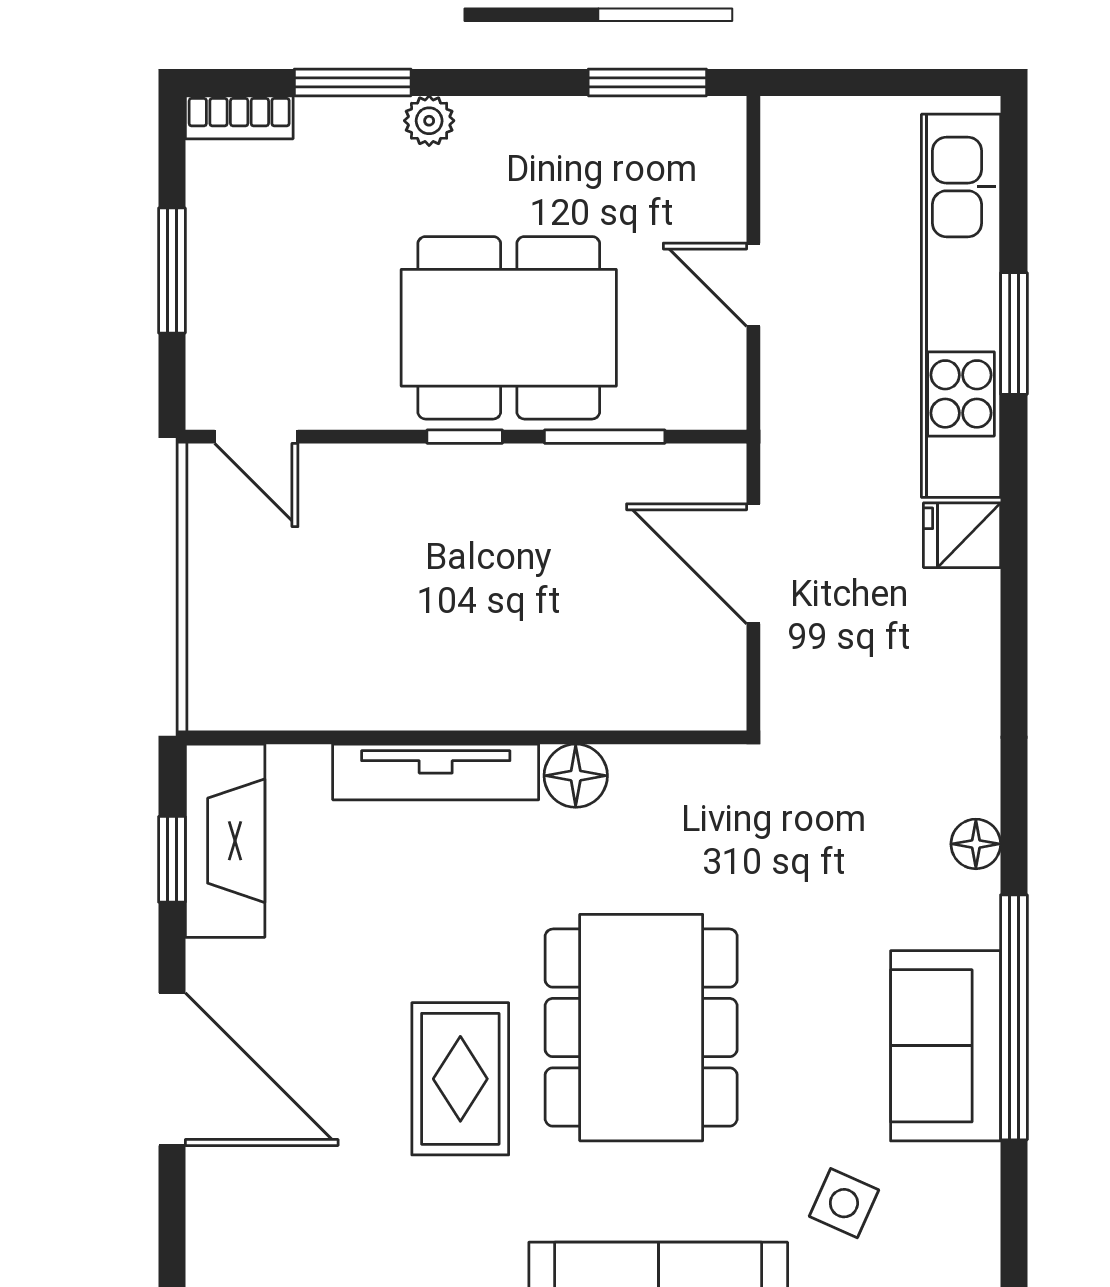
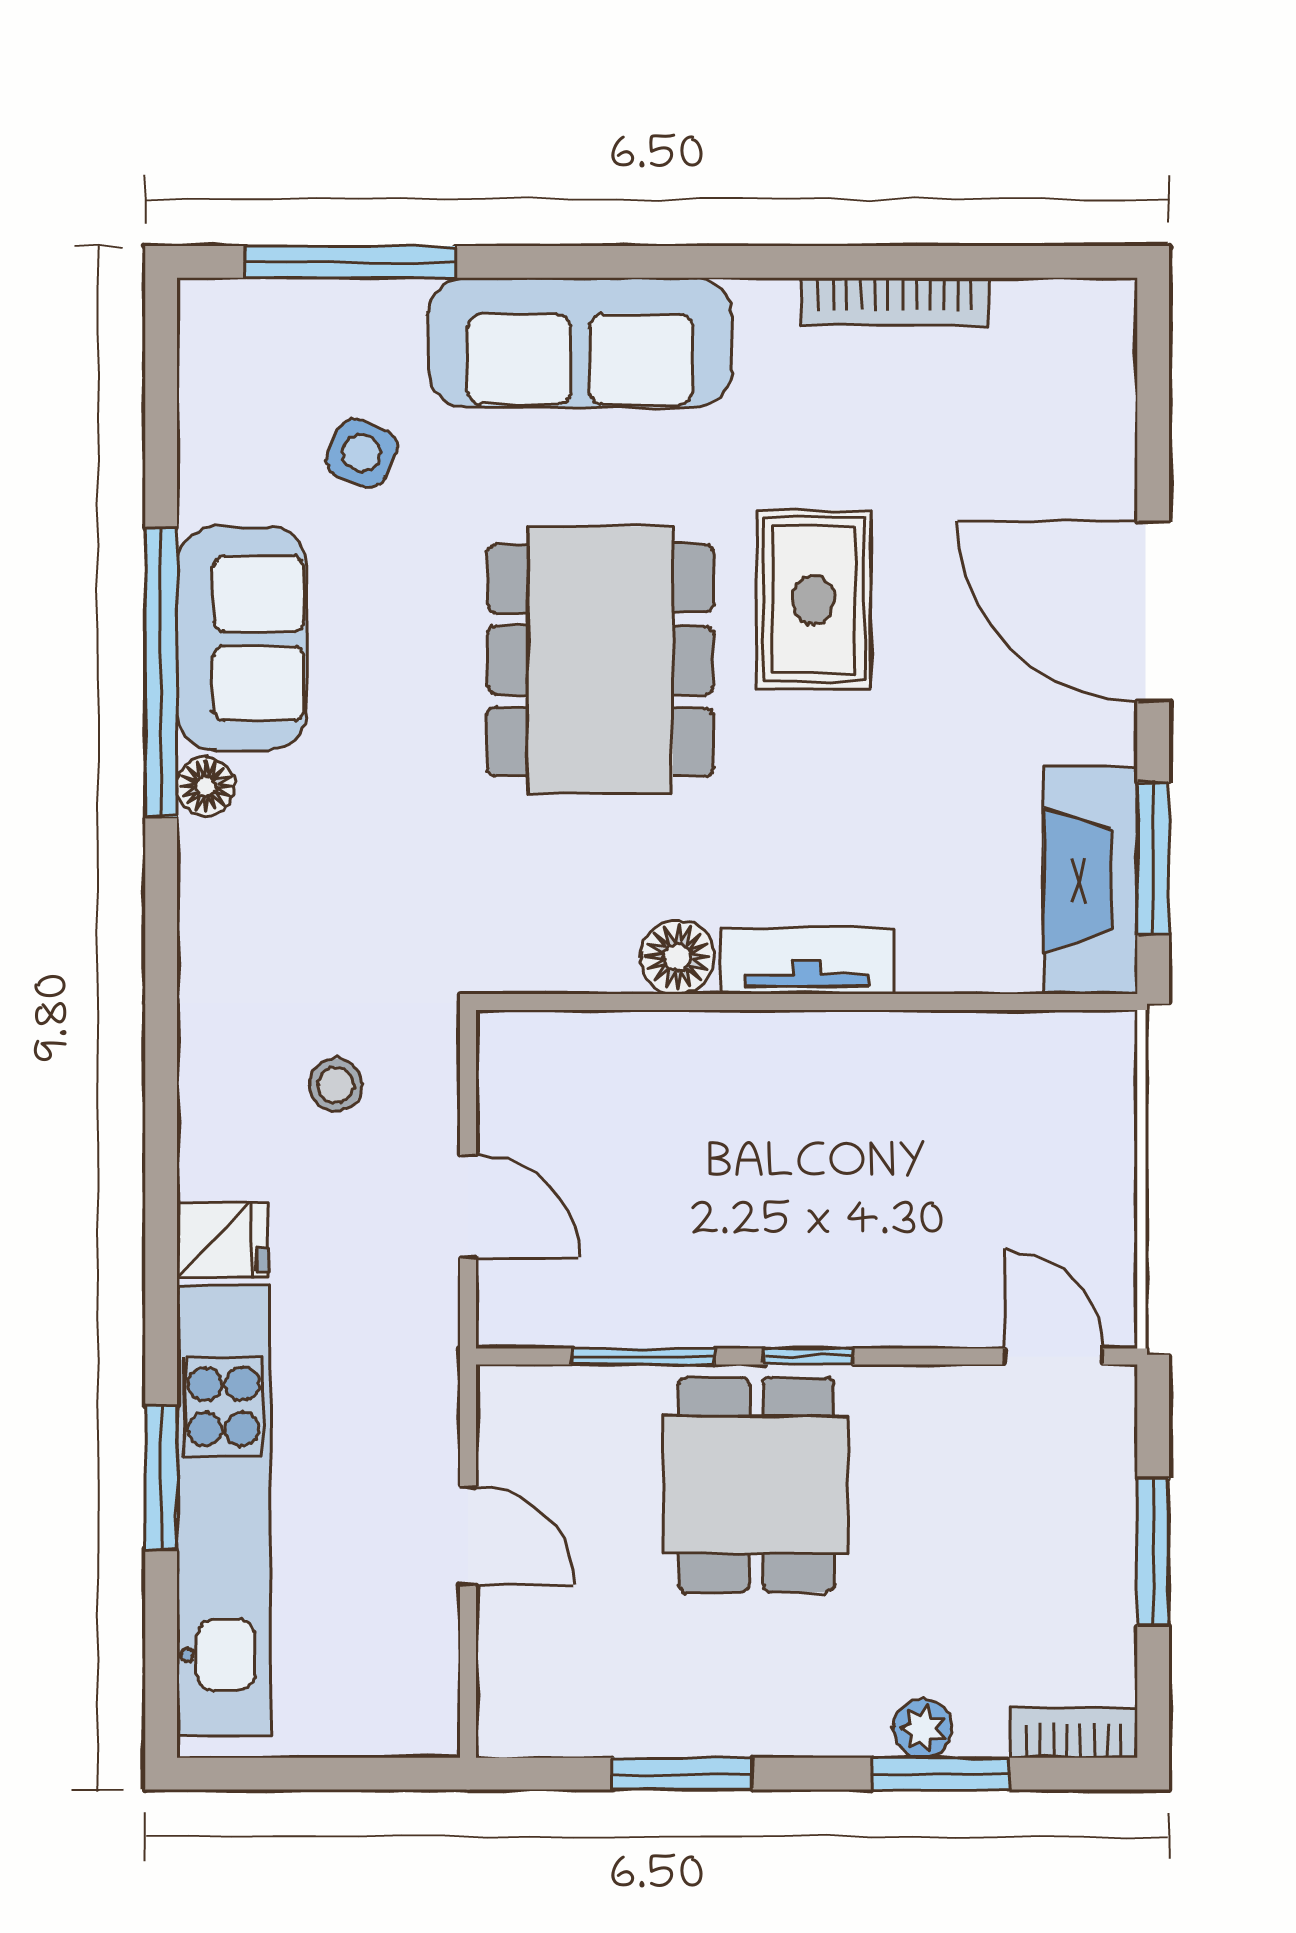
window: (647, 82) -> (682, 1774), moved
plant: (429, 121) -> (923, 1729), moved
dining table: (509, 328) -> (756, 1485), width x0.73
door: (753, 564) -> (468, 1206), width x0.73
stool: (866, 667) -> (336, 1085), added
tv unit: (436, 772) -> (807, 961), width x0.71
floor lamp: (976, 844) -> (206, 786), moved
window: (172, 859) -> (1153, 858), width x1.50

